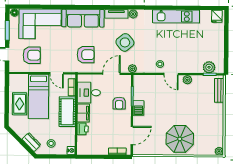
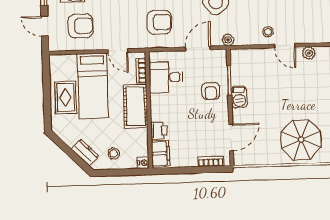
filing cabinet: (83, 113) -> (160, 154), moved

